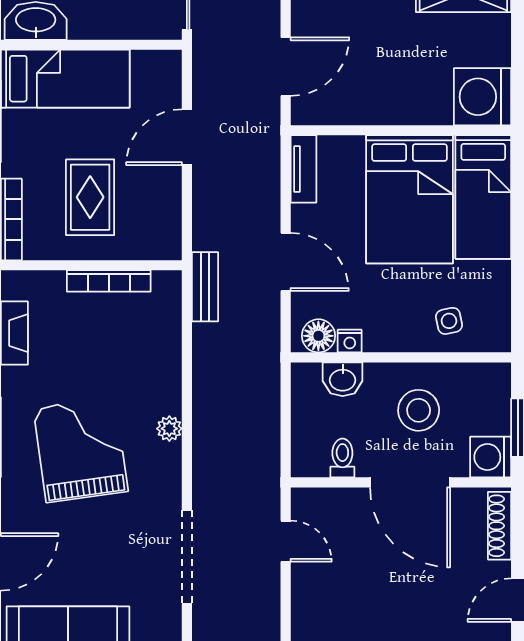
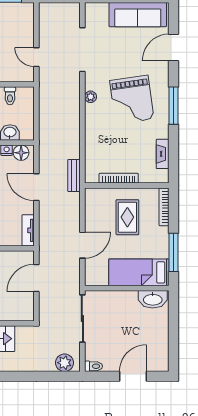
plant: (169, 429) -> (91, 97), moved

